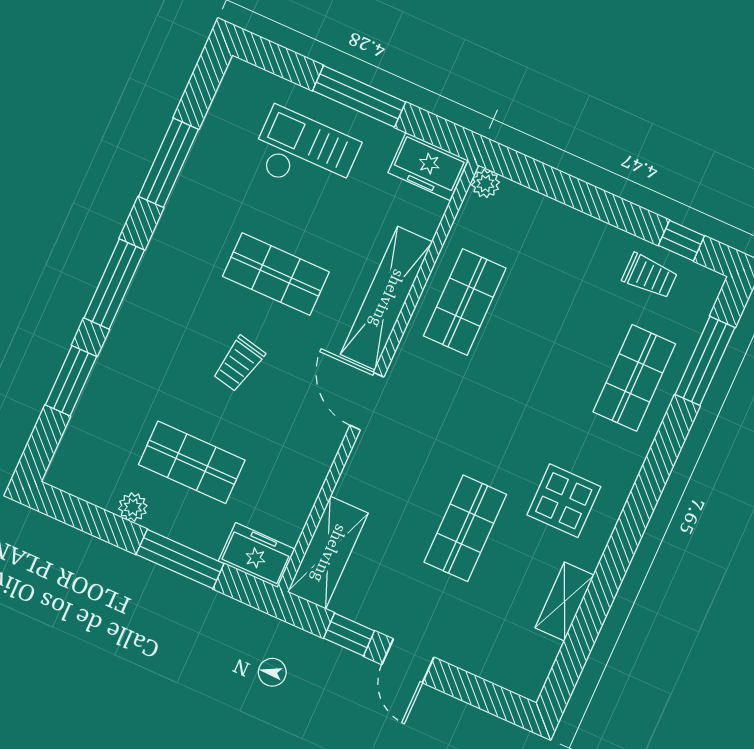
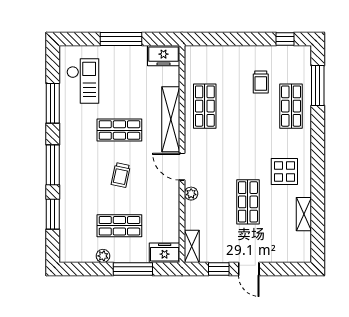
checkout: (305, 154) -> (83, 81), moved, turned 90
plant: (485, 184) -> (191, 194), moved
trolley: (650, 276) -> (261, 82), moved, turned 90
shelving: (328, 553) -> (192, 246), width x0.67, depth x0.75

